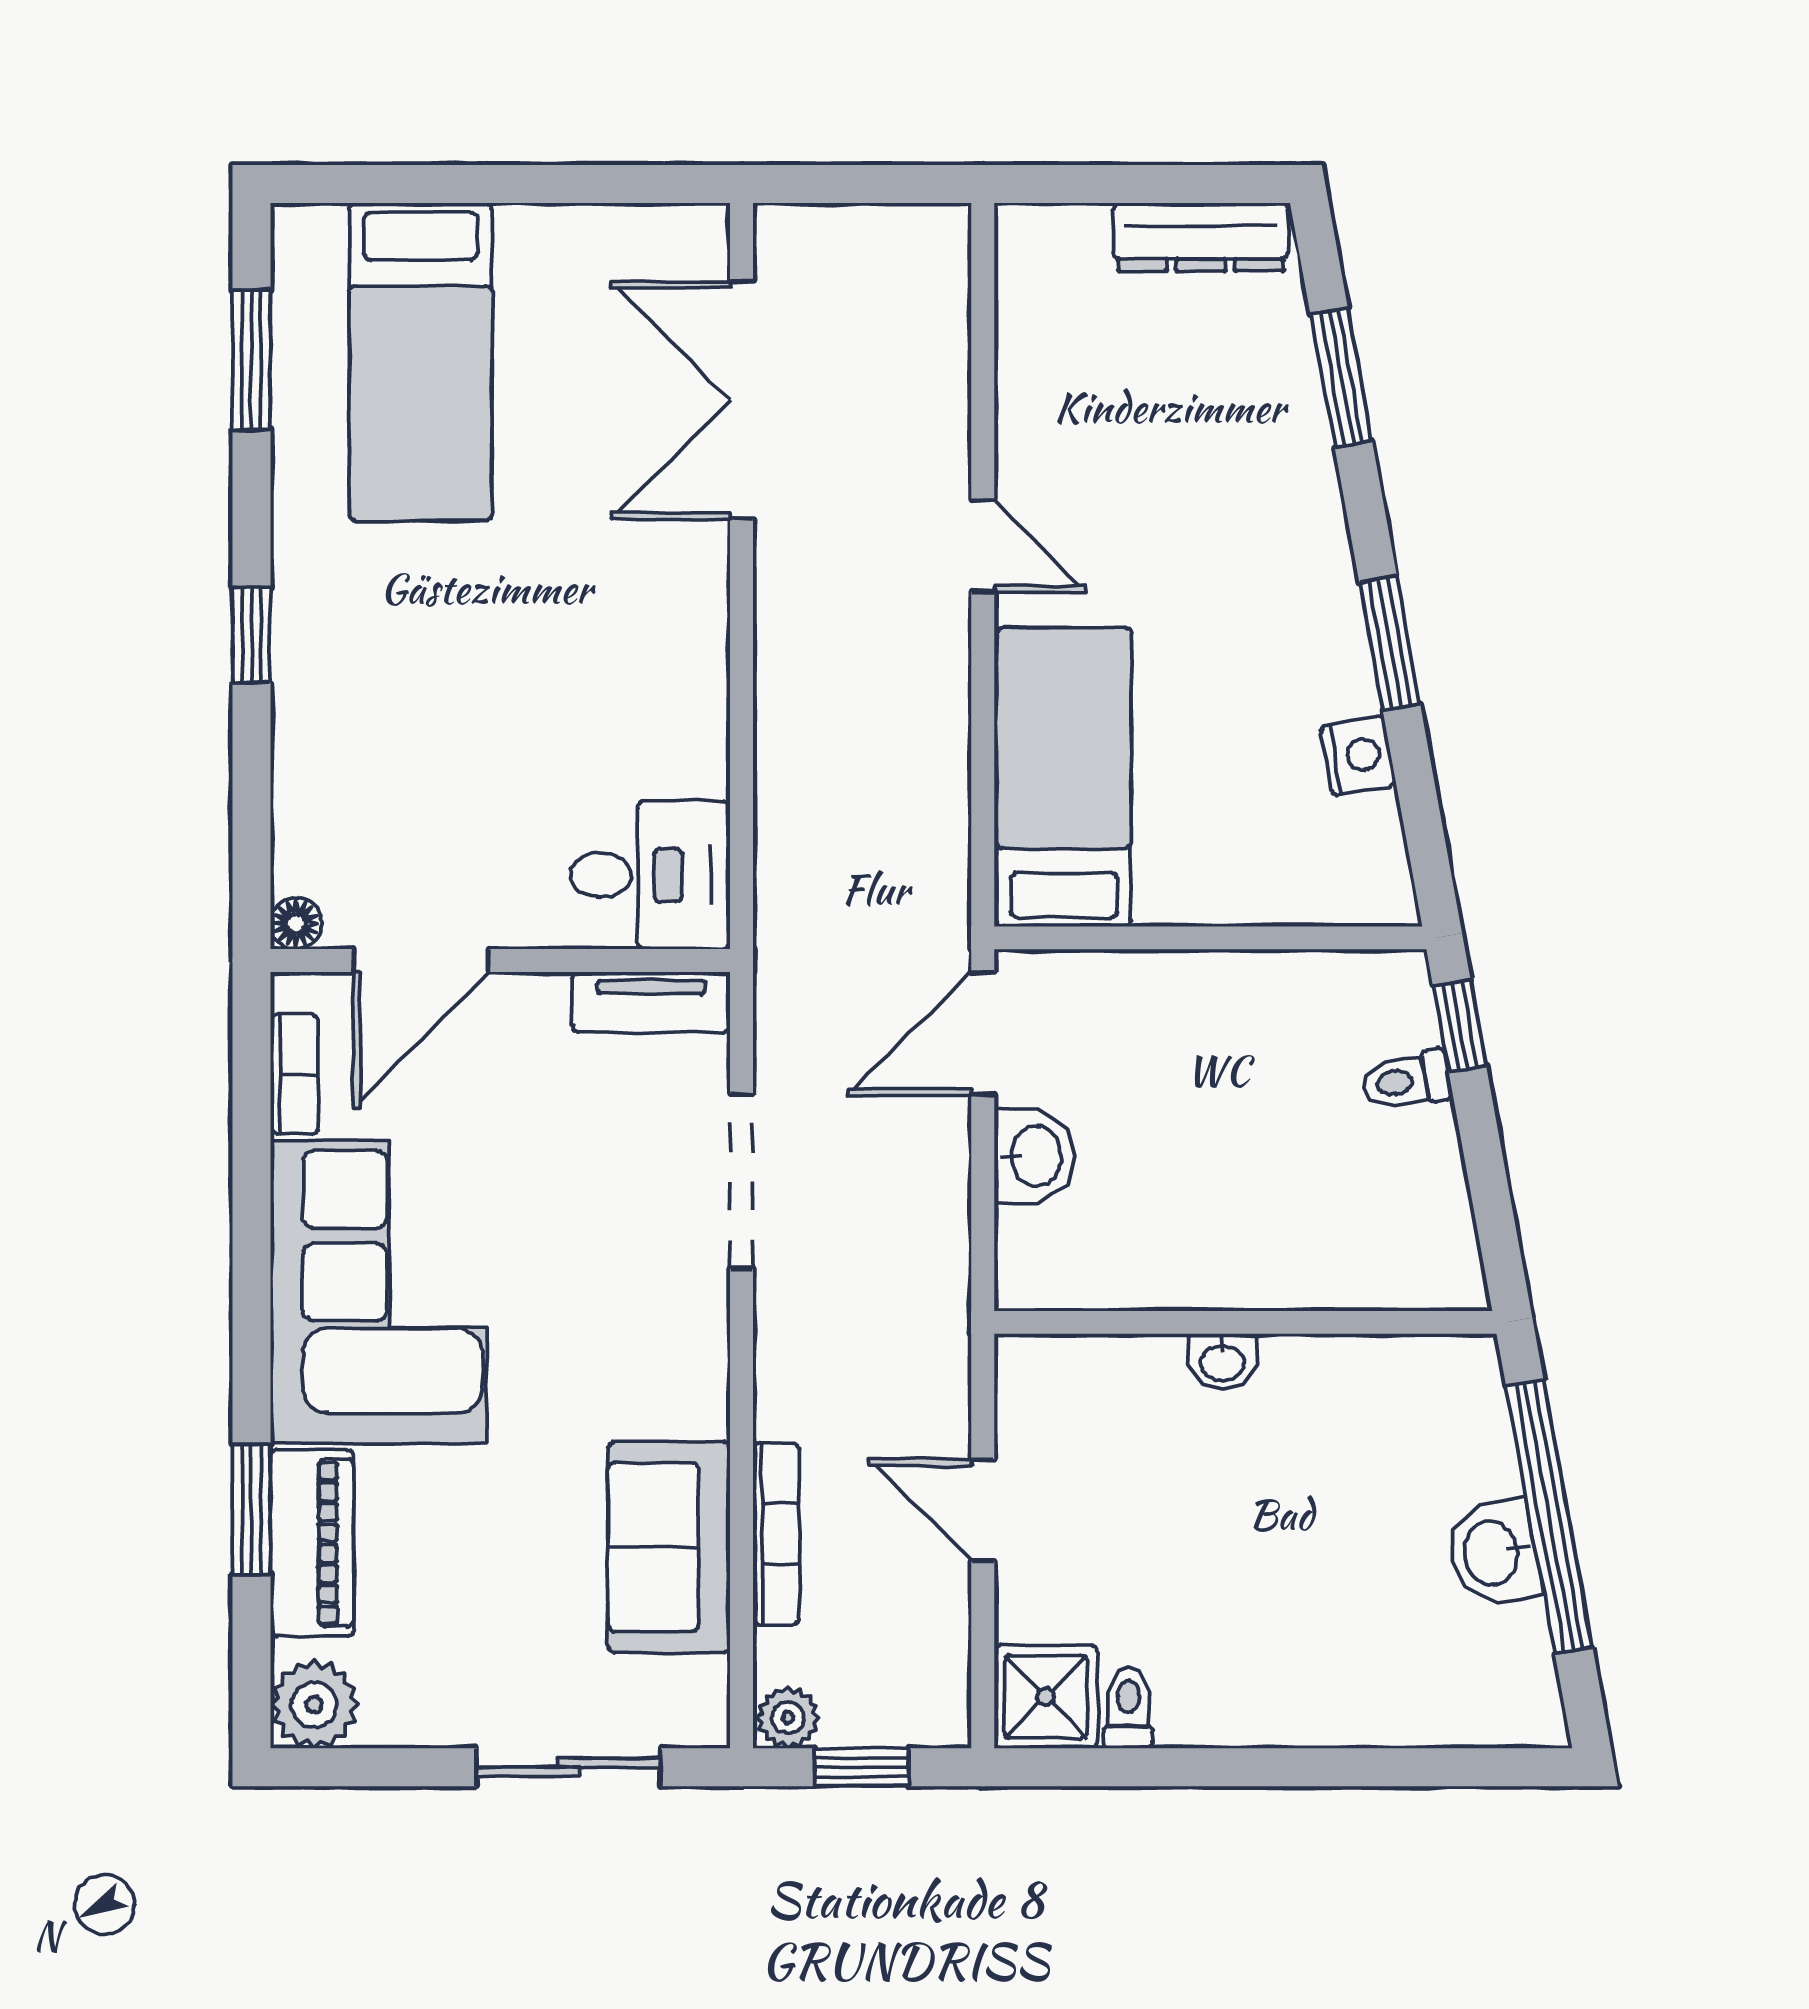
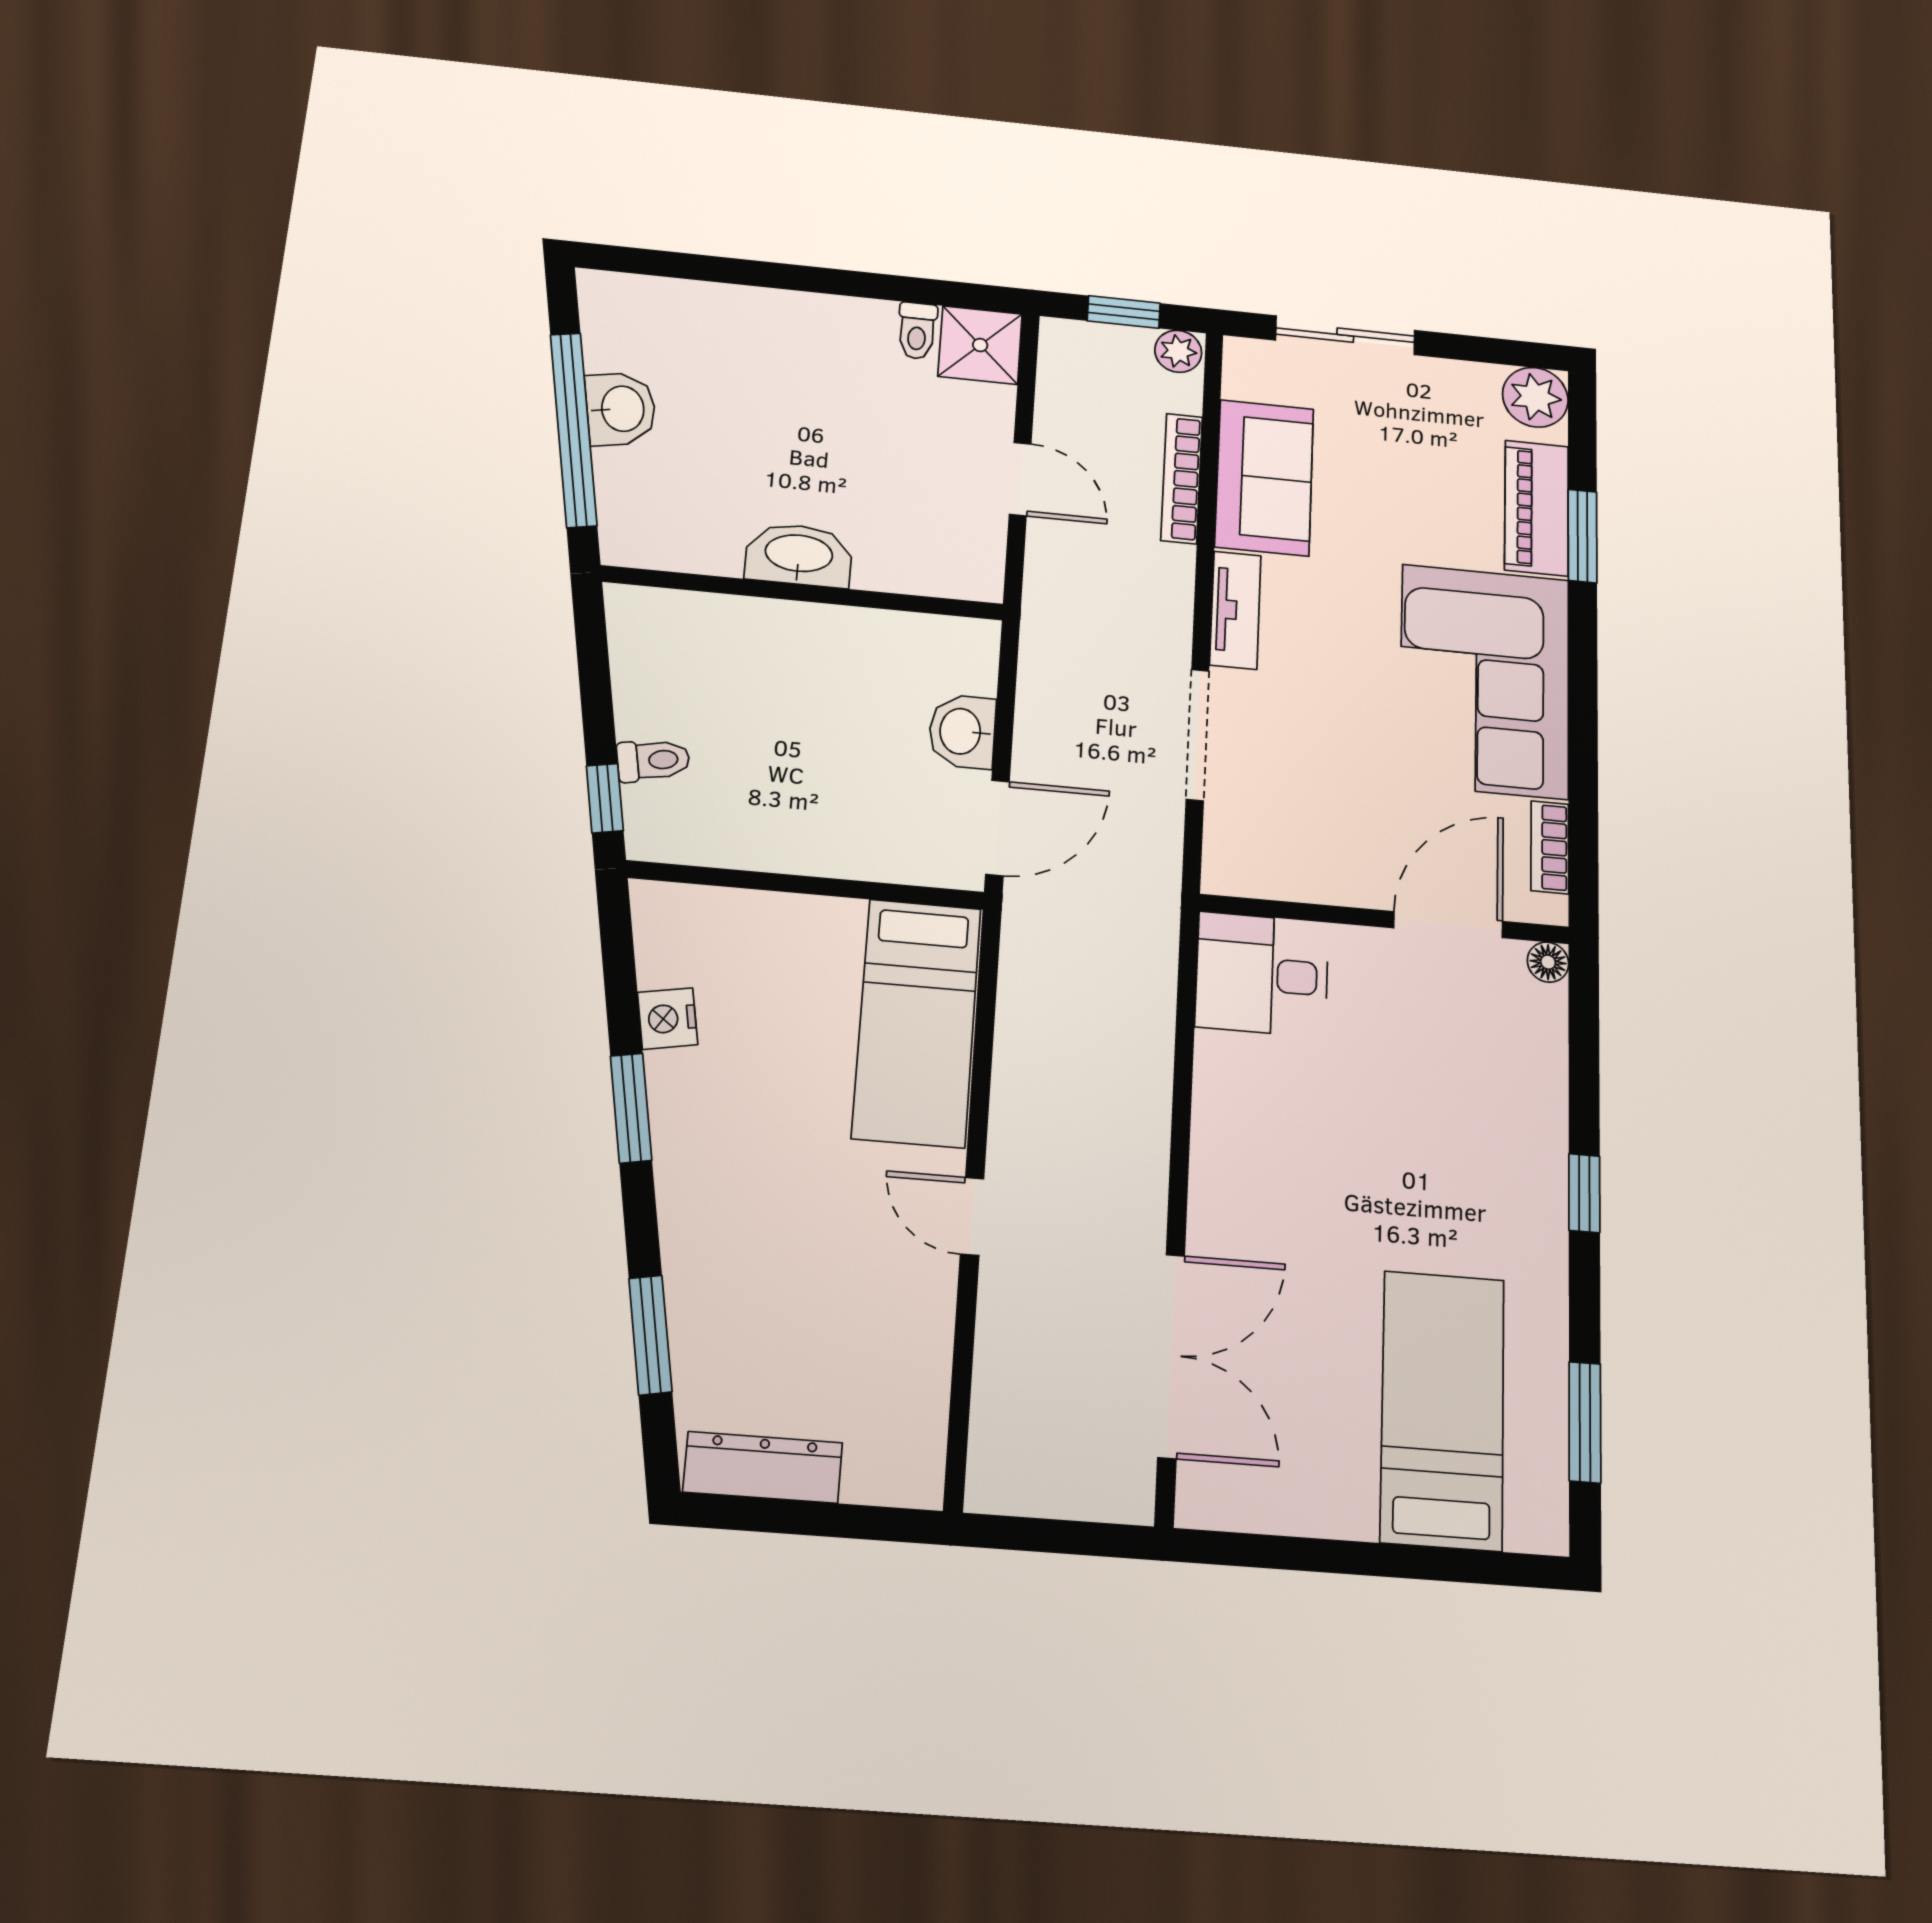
tv unit: (651, 1002) -> (1235, 610), moved, turned 90
washbasin: (1222, 1361) -> (799, 555), width x1.91, depth x1.45

